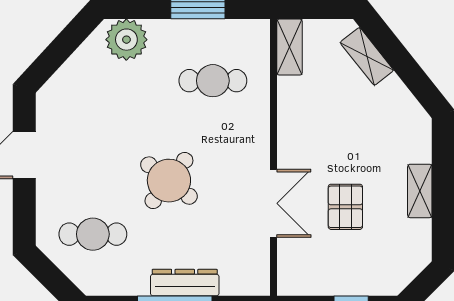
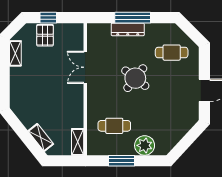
plant: (126, 40) -> (145, 145), moved
shelving: (420, 191) -> (15, 53), moved
pallet: (345, 207) -> (45, 35), moved

